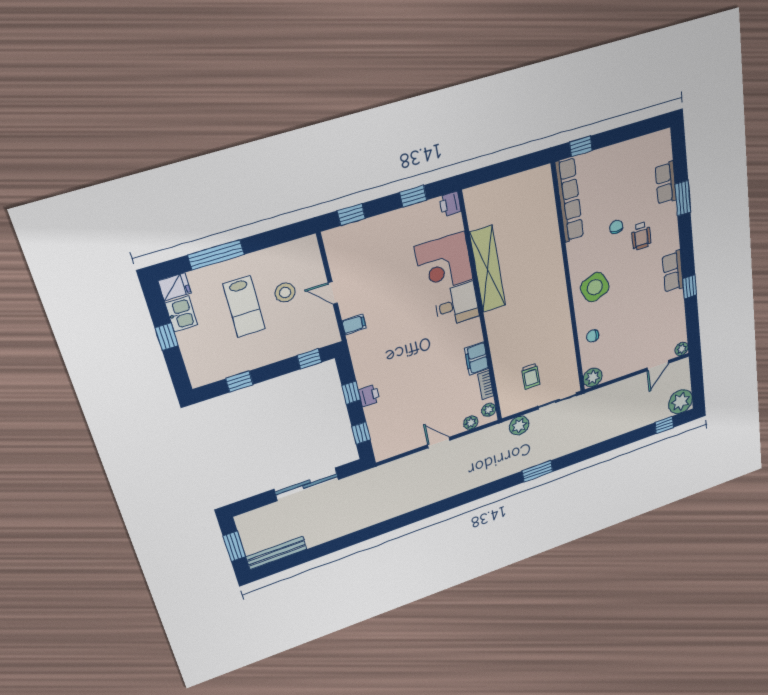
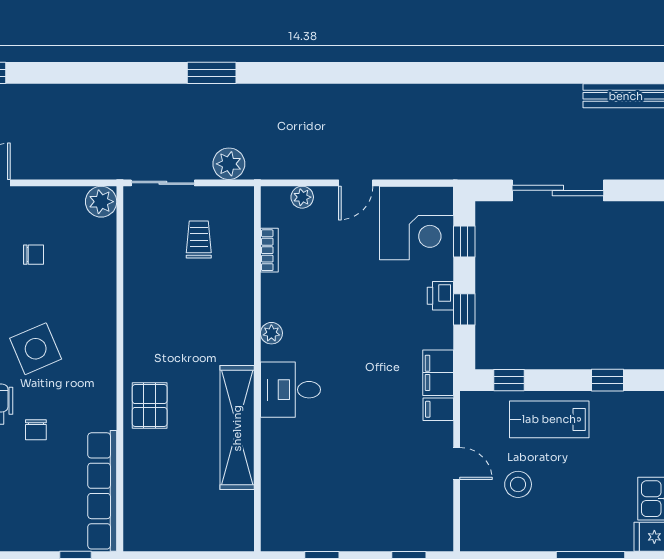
printer: (450, 204) -> (274, 537), removed
corner desk: (444, 263) -> (417, 223), moved, turned 90
pallet: (546, 265) -> (150, 406), added
side table: (595, 287) -> (36, 349), moved
lab bench: (244, 307) -> (549, 419), moved, turned -90
chair: (593, 336) -> (33, 255), moved
filing cabinet: (477, 359) -> (438, 373), moved, turned 180
plant: (489, 410) -> (271, 333), moved
door: (439, 443) -> (356, 183), hinge flipped

